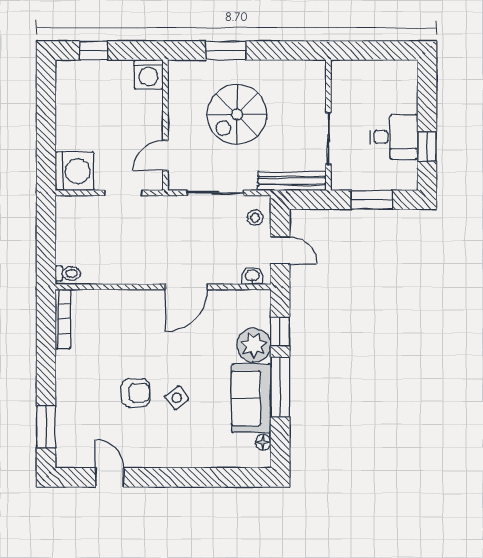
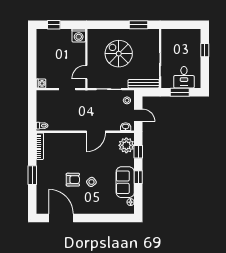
window: (226, 51) -> (139, 25), moved
spiral stairs: (237, 114) -> (119, 54), turned 90
desk: (394, 137) -> (184, 77), moved, turned 90
window: (427, 147) -> (205, 50), moved
washing machine: (75, 171) -> (41, 83), width x0.53, depth x0.53
plant: (254, 345) -> (126, 145), moved
window: (280, 387) -> (138, 177), width x0.46
window: (46, 427) -> (32, 175), moved
door: (109, 477) -> (61, 218), width x1.88

